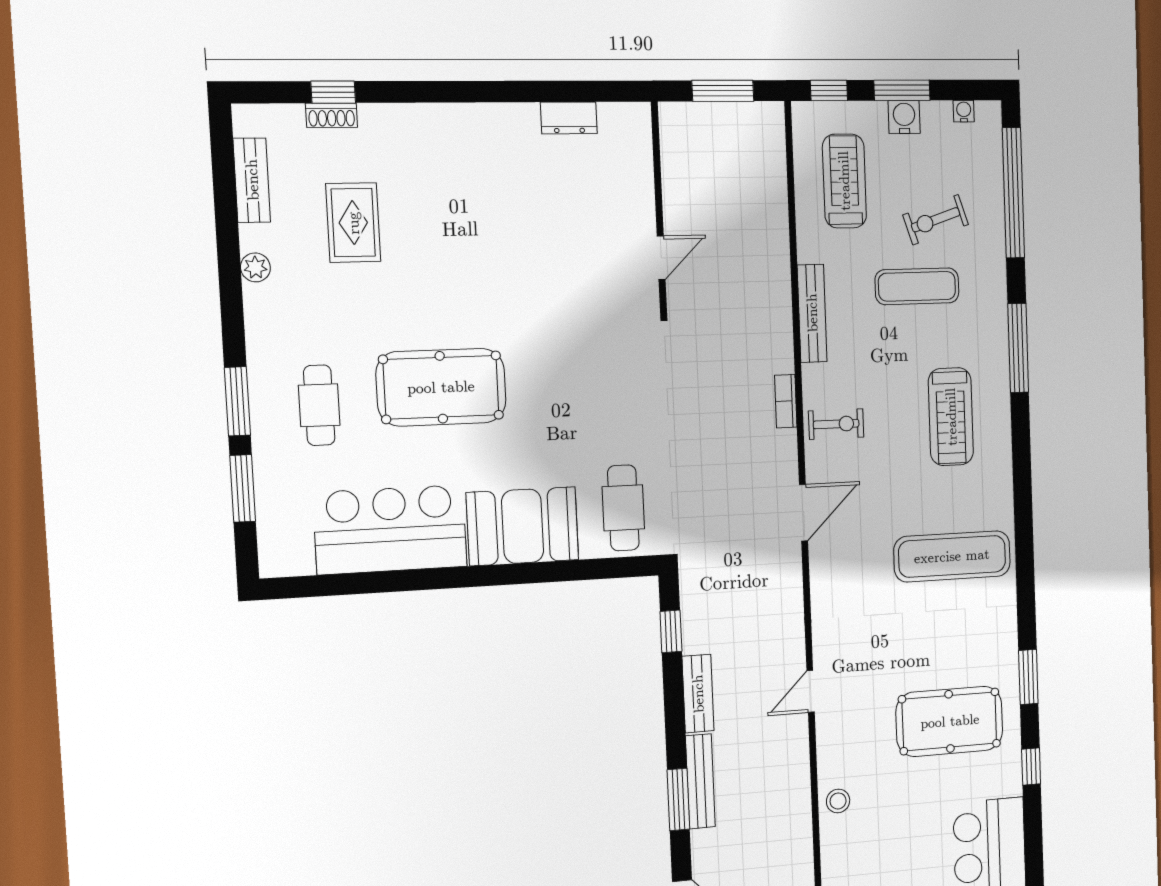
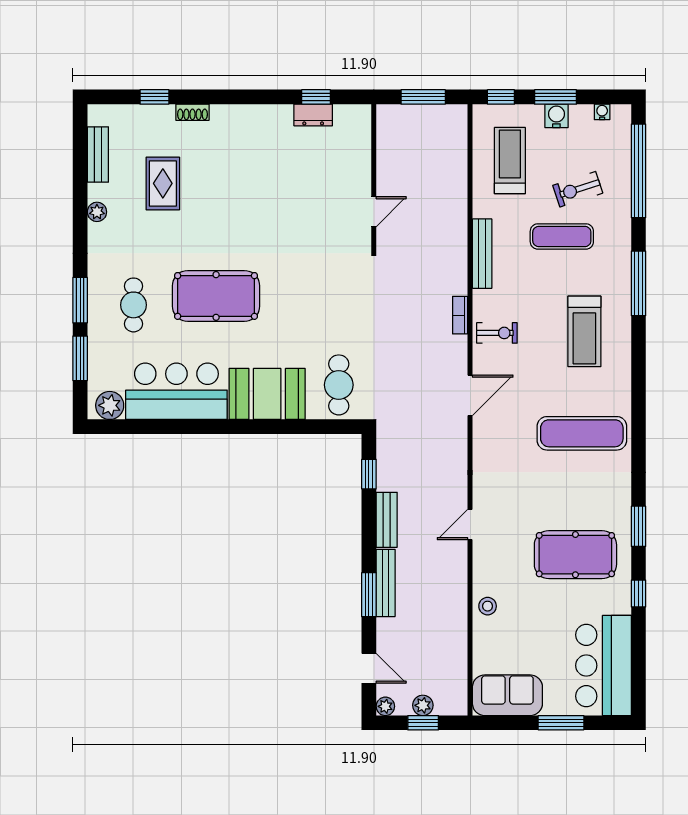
window: (572, 91) -> (316, 97), added
shoe rack: (331, 115) -> (192, 112), moved
plant: (292, 556) -> (110, 405), added

